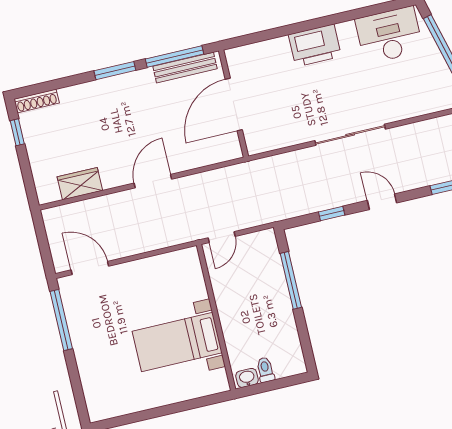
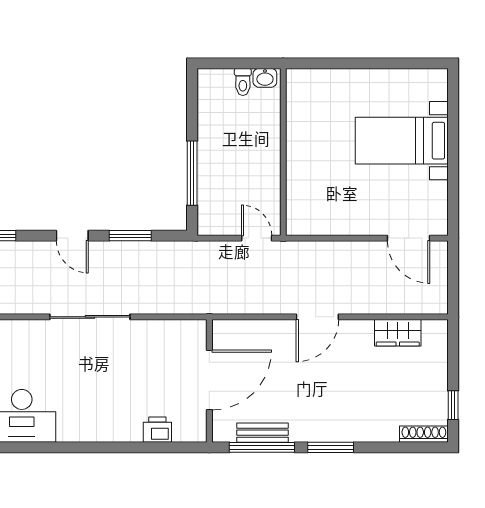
printer: (315, 46) -> (157, 430), moved, width x0.53, depth x0.68
bench: (185, 68) -> (262, 433), width x0.73
window: (332, 214) -> (130, 236), width x1.50
door: (222, 237) -> (257, 238), hinge flipped
window: (61, 320) -> (453, 189), removed
bed with nightstands: (177, 342) -> (402, 141), moved, turned 180

